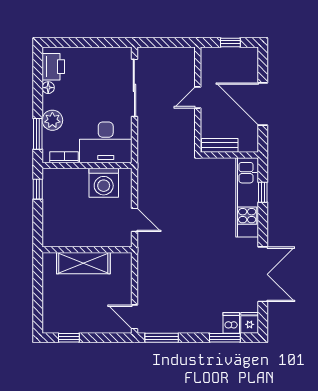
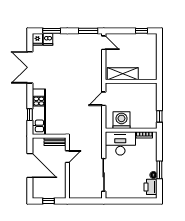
door: (198, 97) -> (67, 157), moved
plant: (52, 120) -> (151, 156), removed
window: (38, 134) -> (159, 170), moved
door: (134, 220) -> (104, 99), hinge flipped
shelving: (83, 263) -> (123, 74), moved

